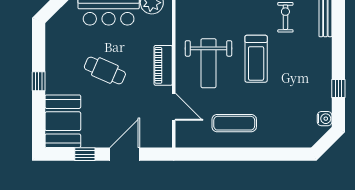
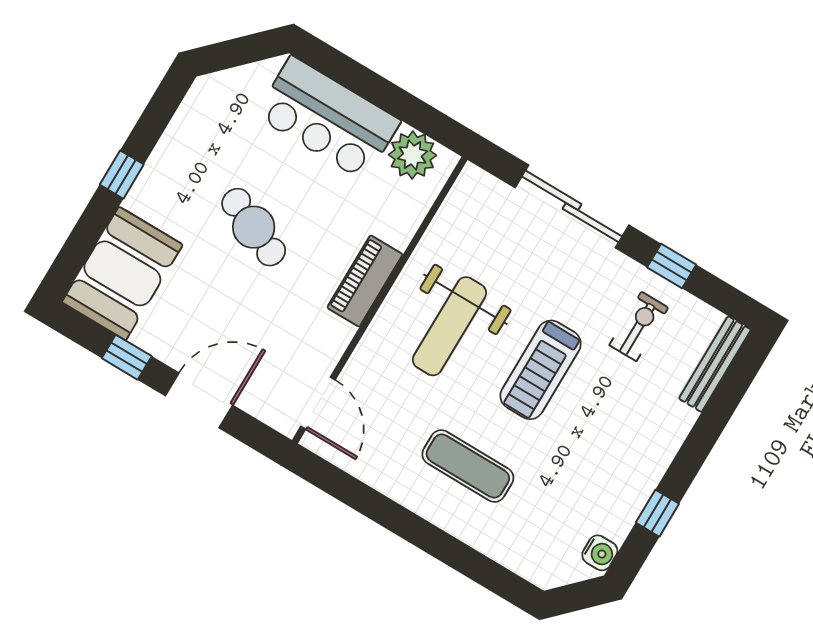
door: (174, 107) -> (318, 403), moved
exercise mat: (234, 123) -> (468, 466), moved

